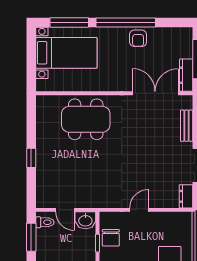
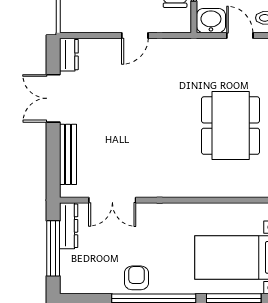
double door: (155, 93) -> (112, 200), width x0.73
dining table: (86, 119) -> (231, 126), moved, turned 90
bench: (187, 126) -> (68, 154), width x1.36

